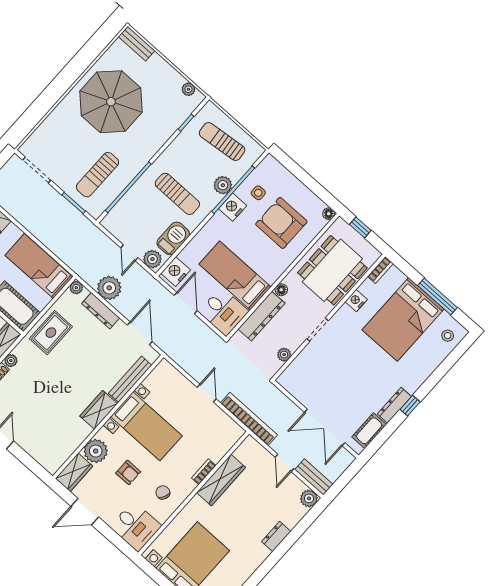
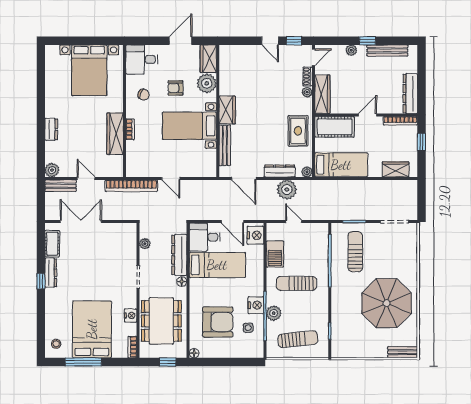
plant: (188, 89) -> (346, 353), removed
plant: (152, 259) -> (276, 230), removed

